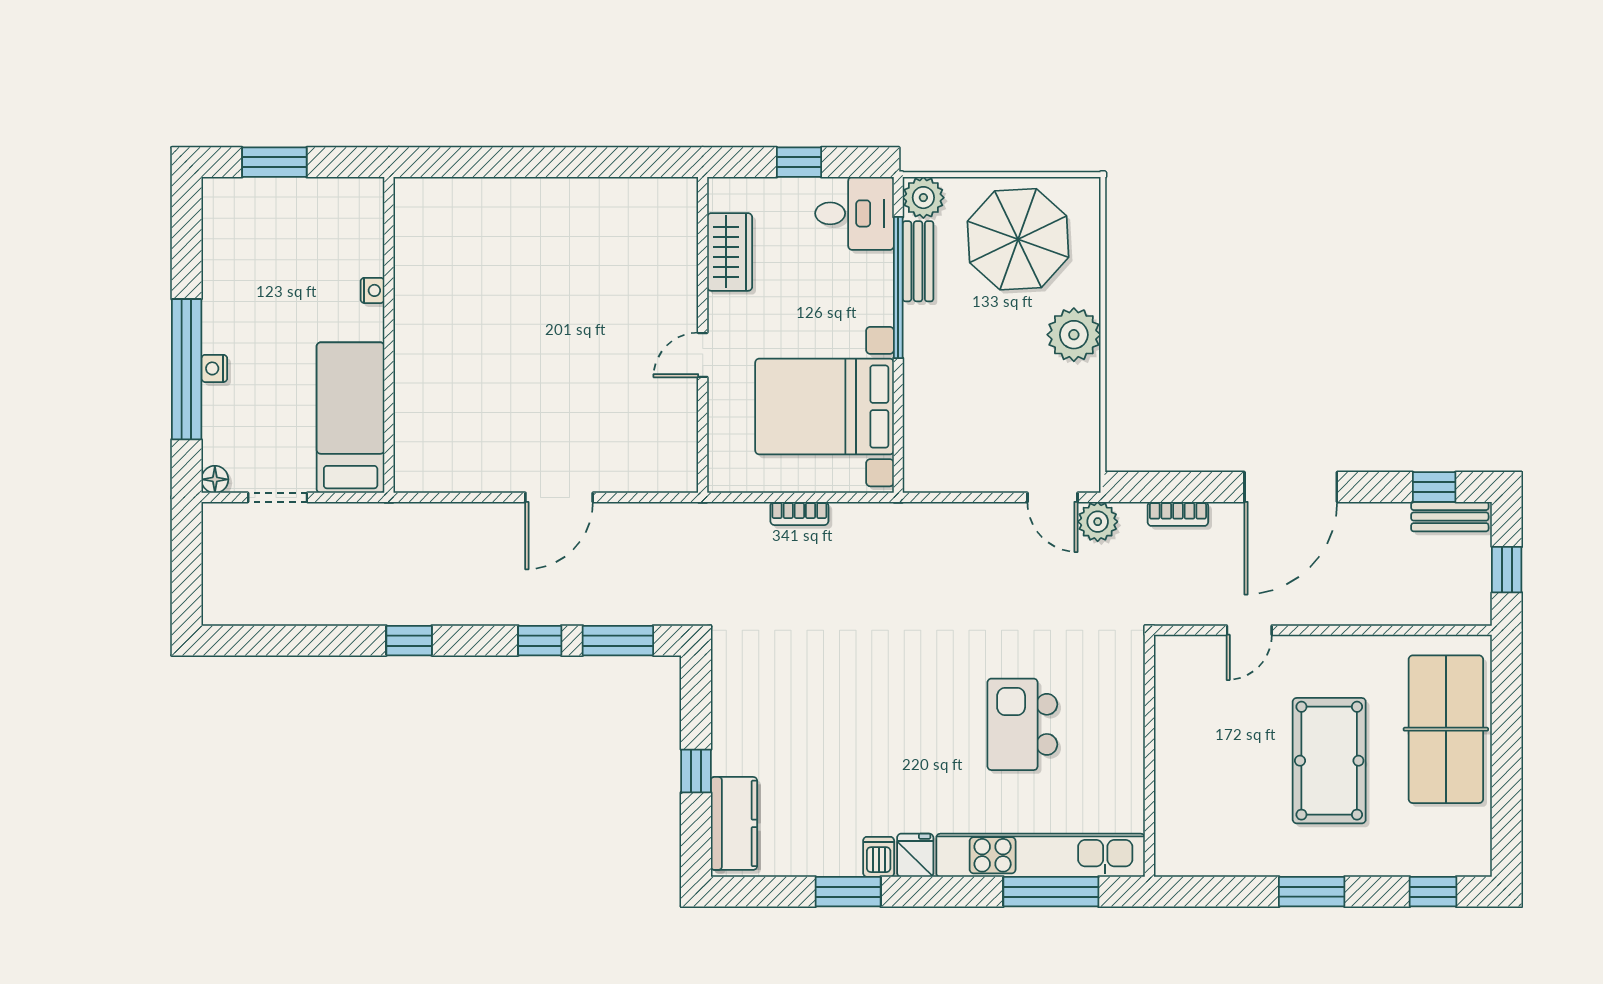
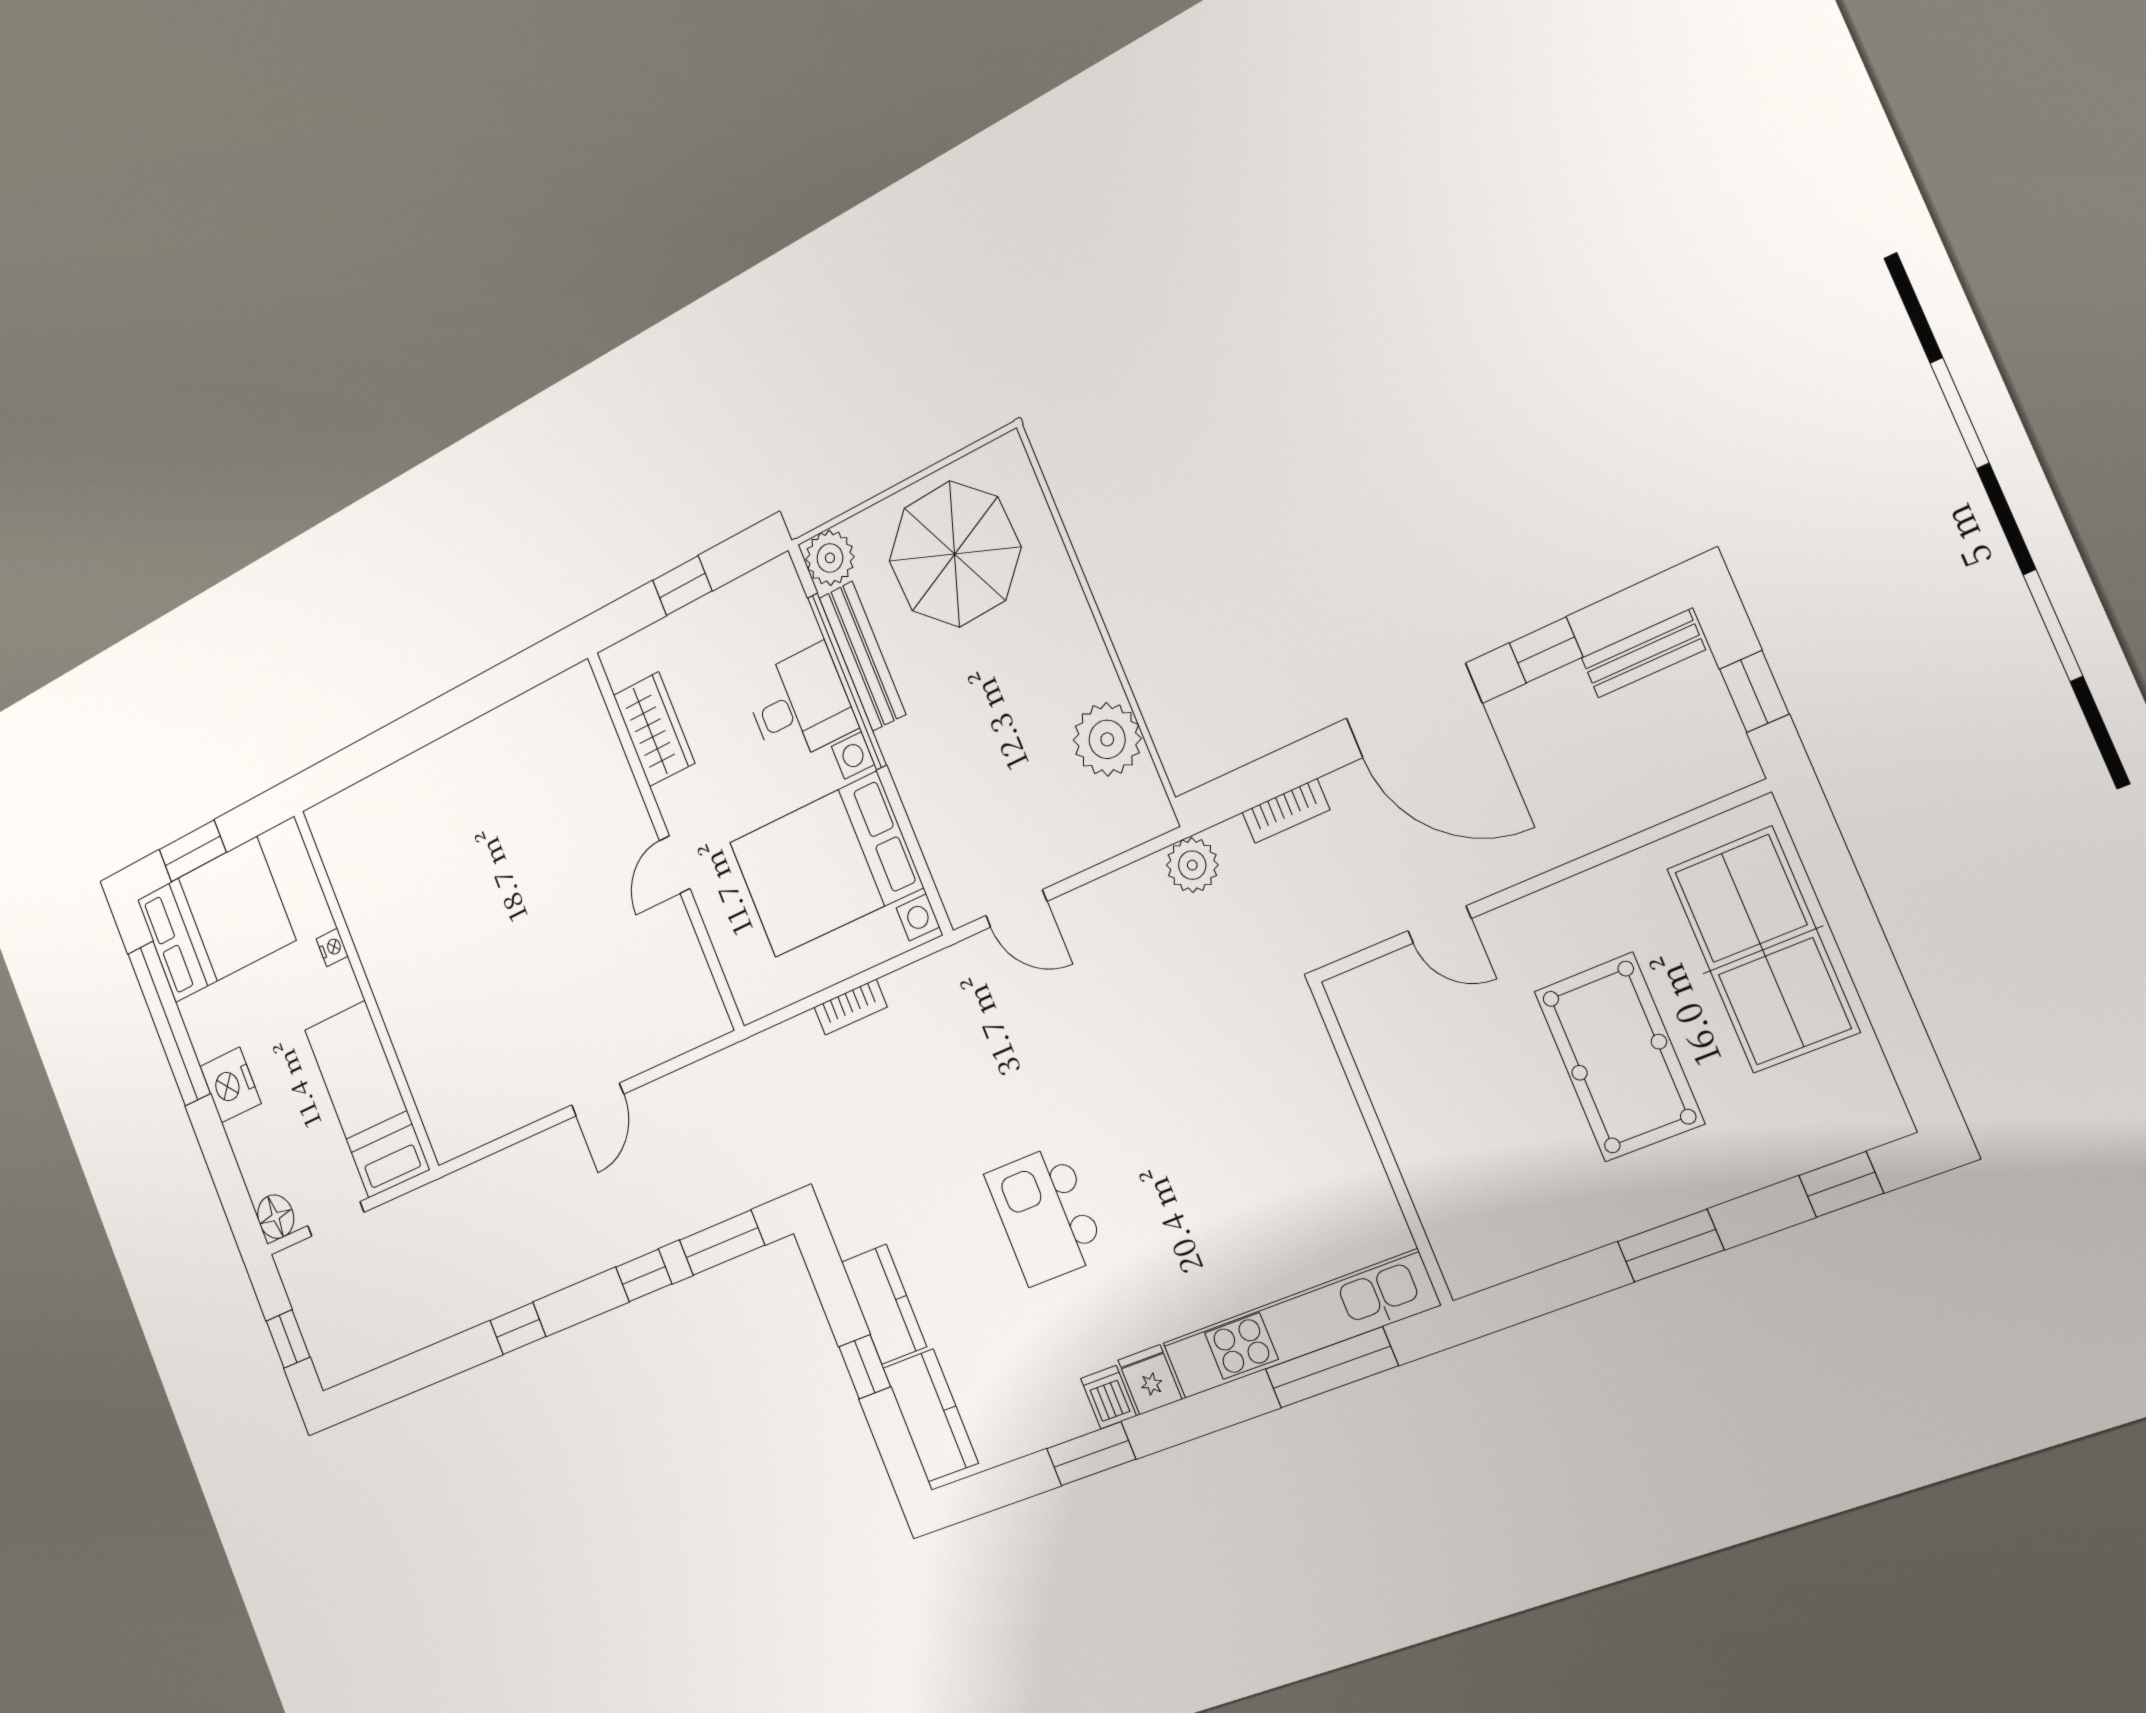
desk: (855, 213) -> (800, 705), moved
bed: (271, 224) -> (216, 920), added
bench: (918, 261) -> (862, 656), width x1.36
plant: (1074, 335) -> (1107, 739), moved
nightstand: (214, 368) -> (231, 1085), width x1.89, depth x1.79
window: (187, 369) -> (169, 1024), moved
floor lamp: (215, 479) -> (276, 1217), width x1.37, depth x1.37
door: (1291, 487) -> (1414, 711), hinge flipped
window: (1434, 487) -> (1546, 650), moved
door: (559, 497) -> (598, 1100), width x0.73
door: (1053, 497) -> (1016, 908), moved
window: (187, 573) -> (288, 1339), added
door: (1249, 630) -> (1440, 925), hinge flipped
kitchen island: (1022, 724) -> (1045, 1215), moved
kitchen counter: (732, 732) -> (884, 1304), added

